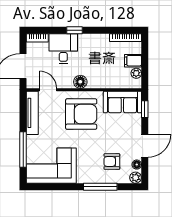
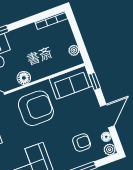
filing cabinet: (133, 61) -> (66, 40), removed
armchair: (112, 162) -> (82, 143), turned 180

